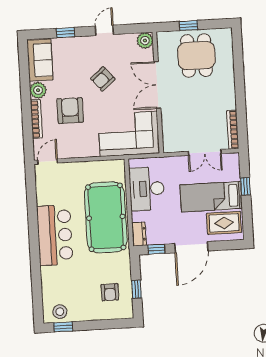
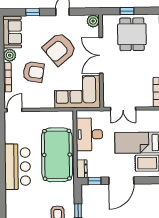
armchair: (103, 79) -> (60, 49), width x1.88, depth x1.88
armchair: (70, 110) -> (33, 72), turned 99
double door: (205, 152) -> (123, 109), moved

